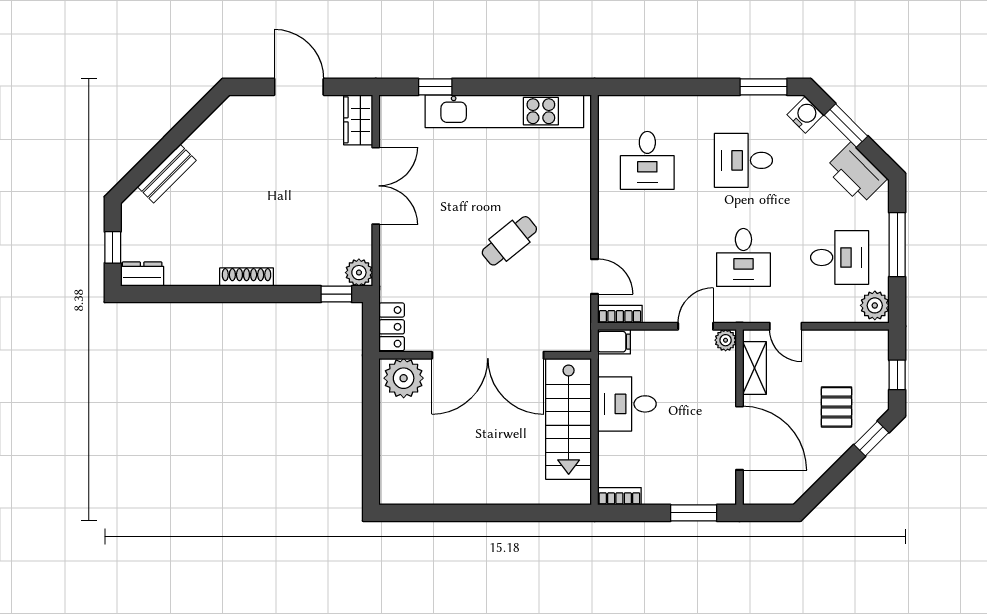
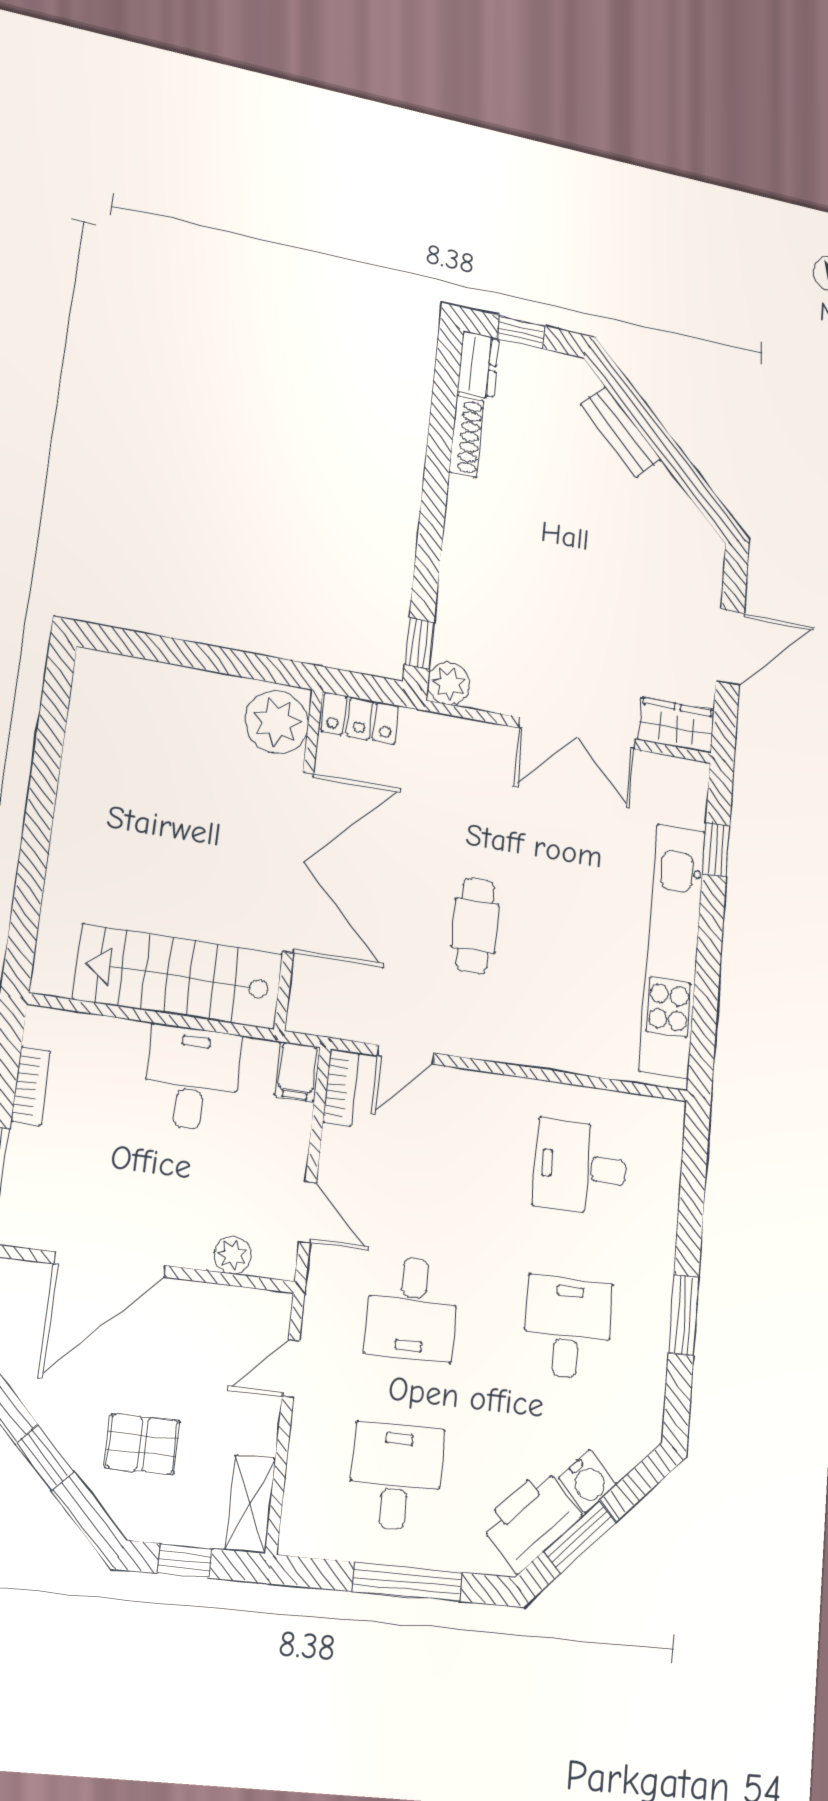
window: (763, 87) -> (684, 1315), moved
water cooler: (805, 115) -> (588, 1481), moved
window: (846, 126) -> (580, 1537), moved
cafe table: (509, 241) -> (475, 926), turned 39
desk: (743, 257) -> (412, 1309), turned -90
desk: (840, 257) -> (396, 1477), turned 180
shoe rack: (247, 277) -> (466, 436), moved
plant: (875, 305) -> (309, 1532), removed
plant: (726, 340) -> (233, 1255), moved
double door: (488, 355) -> (298, 862), swing flipped
shelving: (755, 368) -> (250, 1504), moved, turned 90
window: (871, 439) -> (44, 1457), moved
bookcase: (619, 496) -> (31, 1086), moved

